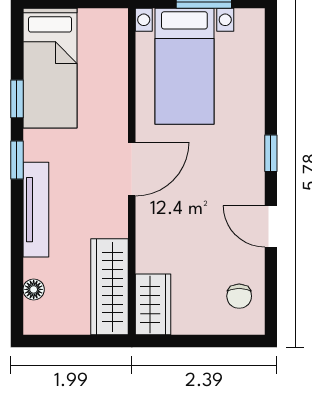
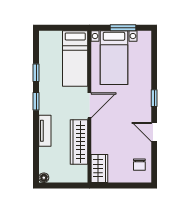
bed: (50, 68) -> (75, 58), moved
tv unit: (36, 210) -> (45, 131), width x0.71
wardrobe: (109, 287) -> (79, 142), moved
floor lamp: (34, 289) -> (44, 178), moved

